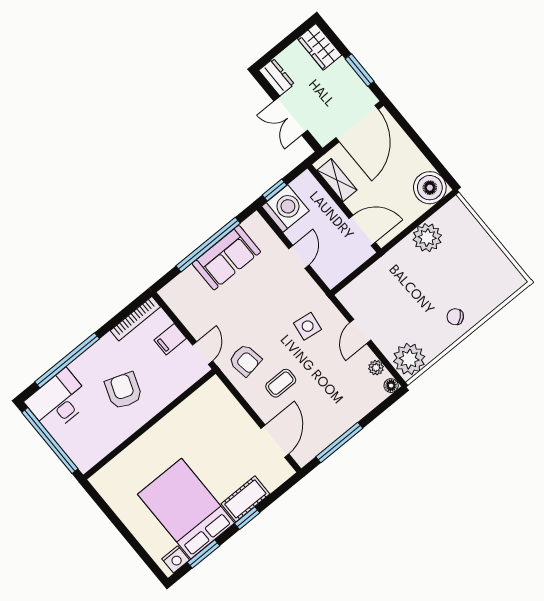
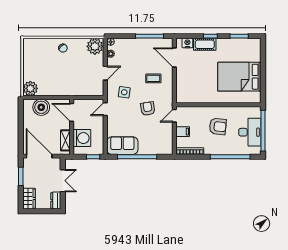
door: (357, 124) -> (39, 156), hinge flipped
boiler: (430, 188) -> (41, 107), moved
washing machine: (285, 209) -> (82, 138), moved, turned 180
plant: (427, 238) -> (30, 88), moved
door: (299, 257) -> (105, 109), moved
sofa: (226, 258) -> (122, 146), moved
armchair: (245, 360) -> (148, 109), moved
armchair: (124, 391) -> (218, 126), turned -104
desk: (58, 401) -> (250, 132), moved, turned -90
door: (275, 441) -> (174, 58), hinge flipped
bed: (186, 509) -> (239, 77), moved, turned 90
nightstand: (176, 559) -> (187, 43), moved

